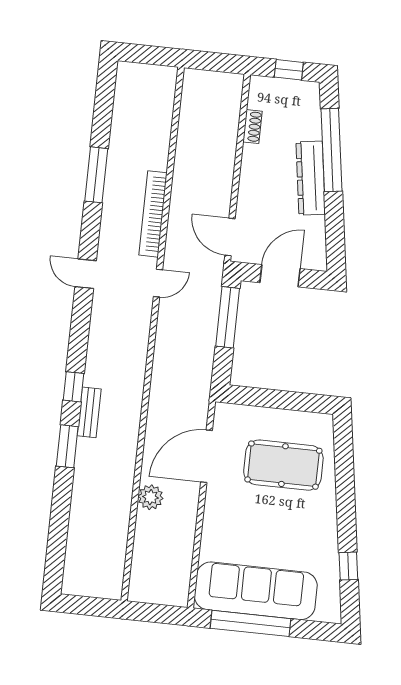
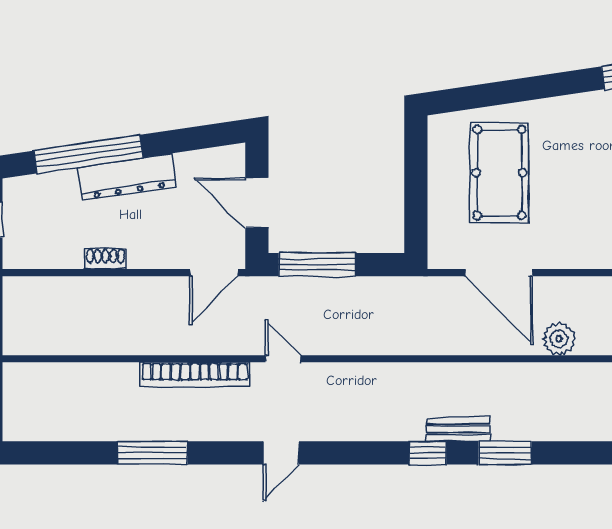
shoe rack: (252, 127) -> (106, 259), moved

